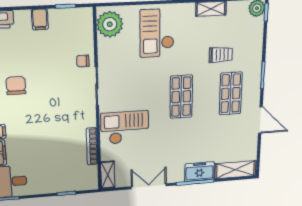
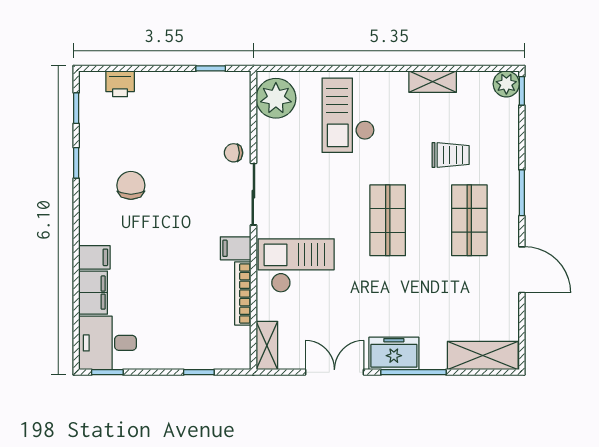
filing cabinet: (40, 19) -> (236, 248), moved, turned 90
freezer: (199, 172) -> (394, 353), moved

